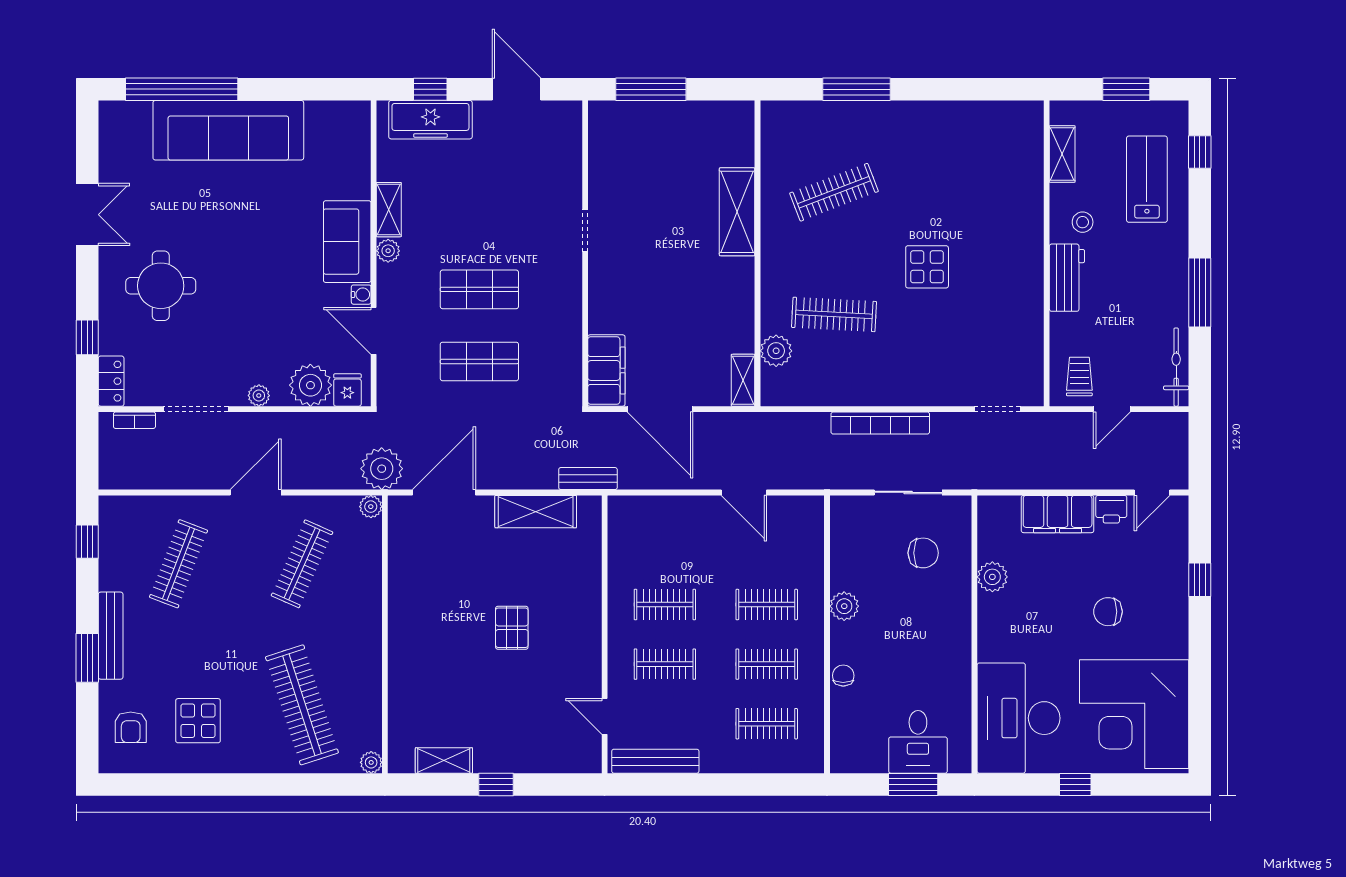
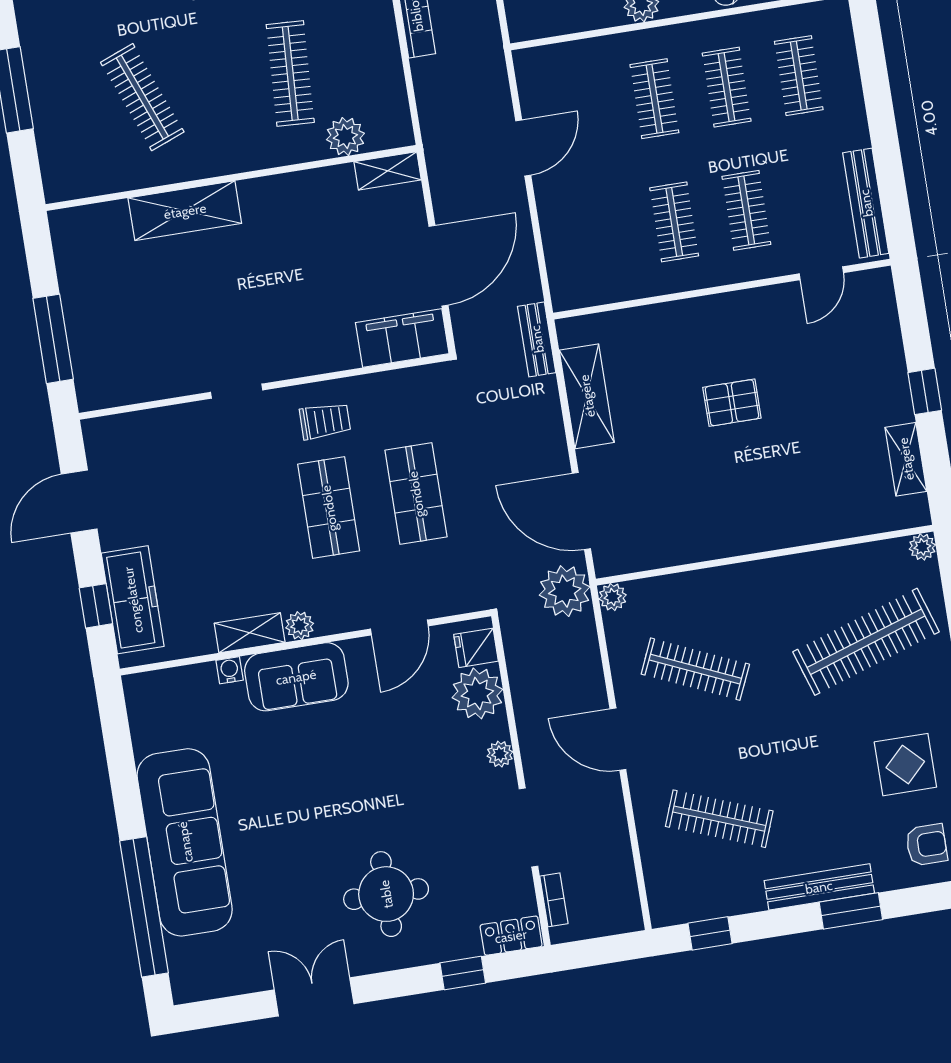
water cooler: (361, 295) -> (230, 670), moved
trolley: (550, 298) -> (325, 421), added

